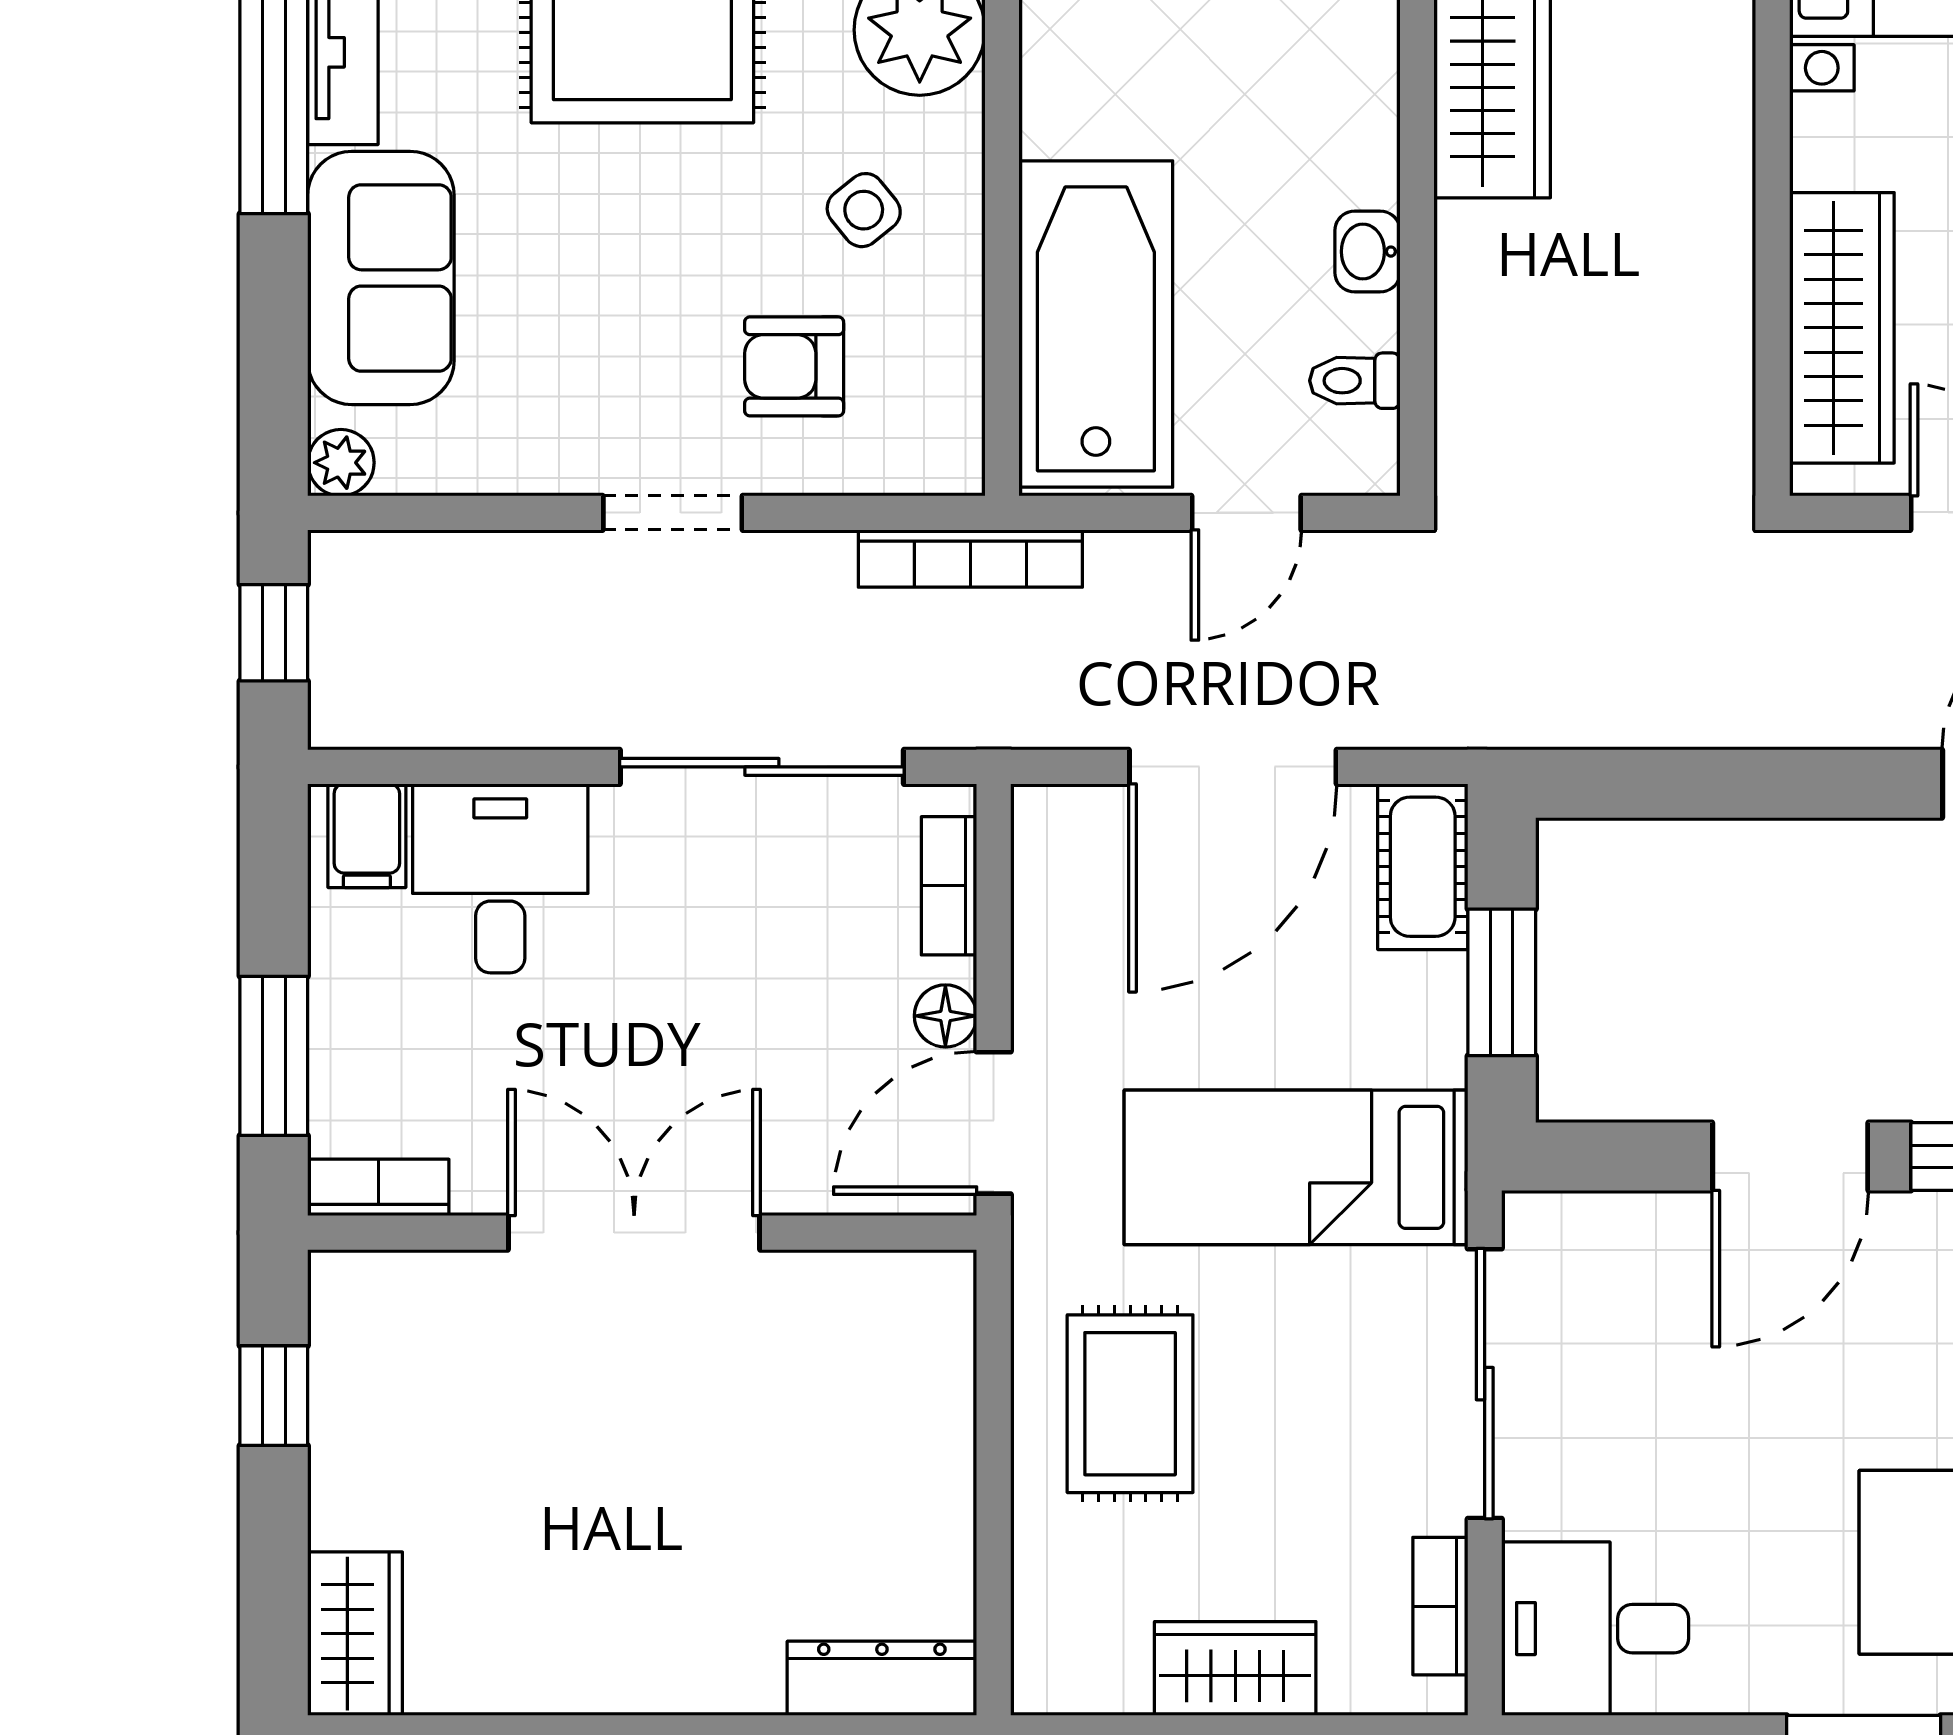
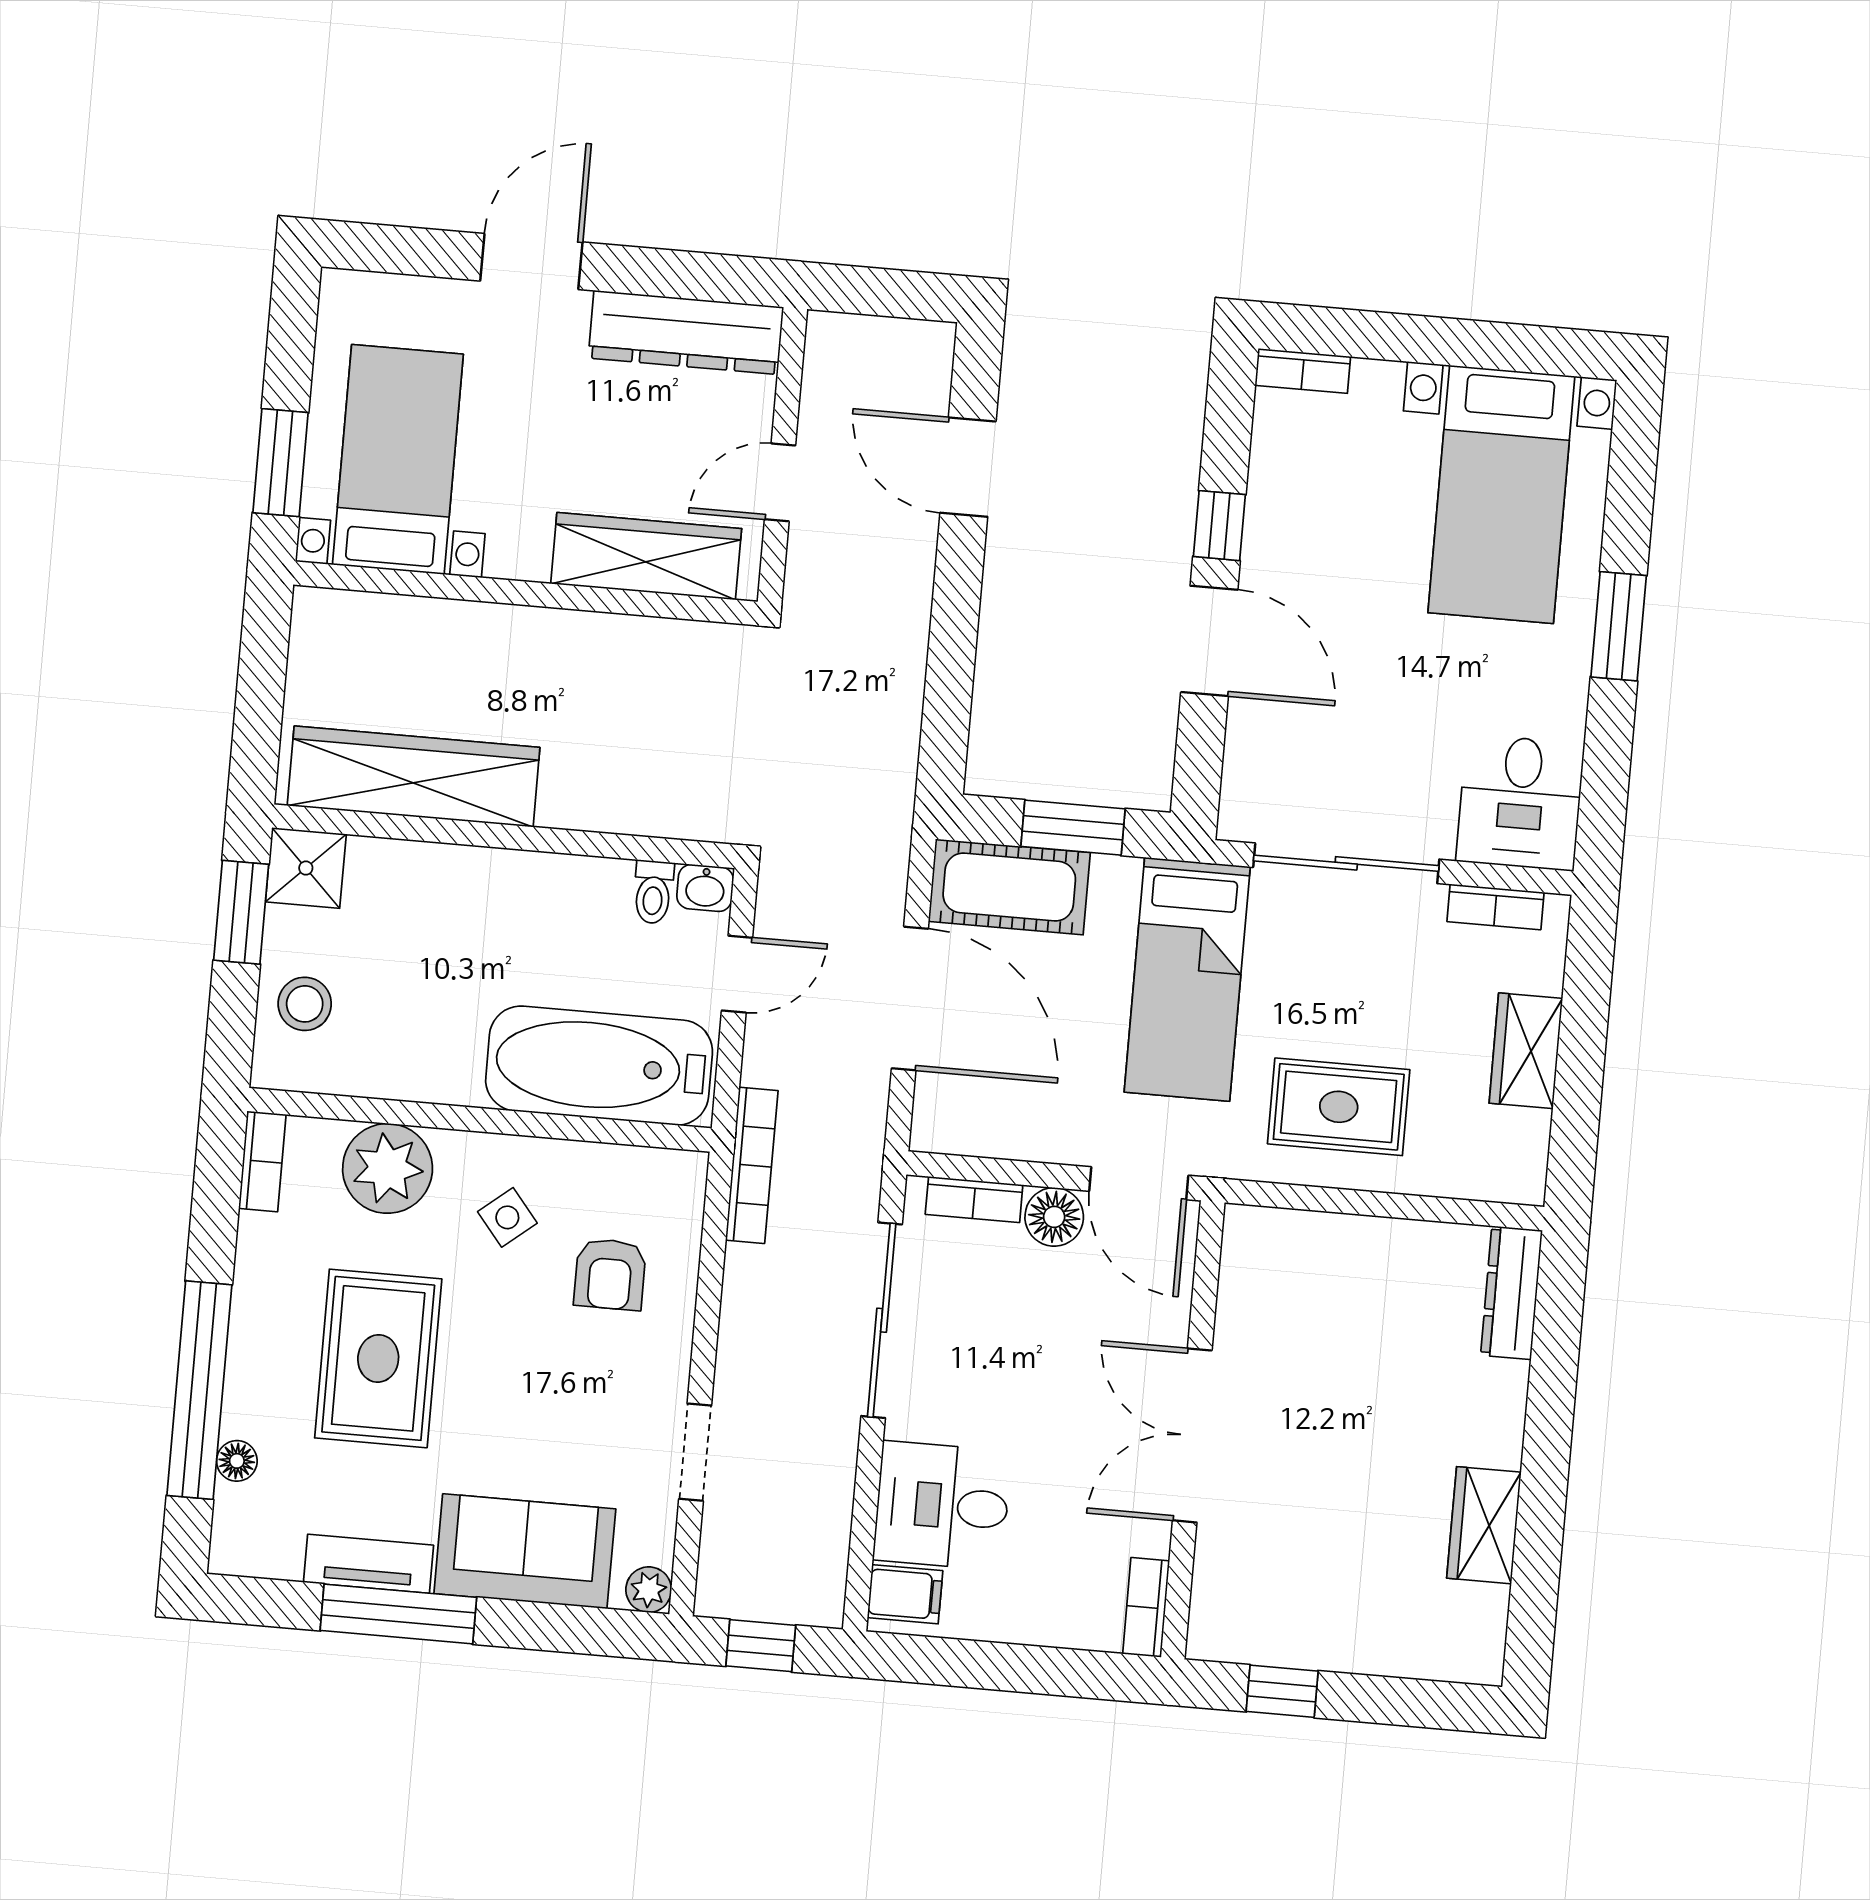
washbasin: (1367, 252) -> (705, 888), moved
doorway: (673, 513) -> (695, 1452), moved
door: (1246, 513) -> (737, 974), hinge flipped
cot: (1423, 867) -> (1009, 887), width x1.37, depth x1.34
floor lamp: (945, 1016) -> (1054, 1217), width x1.37, depth x1.37
window: (274, 1056) -> (1050, 1671), removed
wardrobe: (355, 1634) -> (1484, 1525), moved, turned -90

